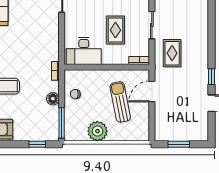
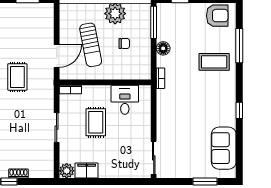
desk: (84, 51) -> (125, 100), width x0.73
rug: (172, 53) -> (17, 77), moved
chair: (75, 94) -> (124, 43), moved

